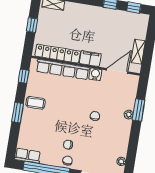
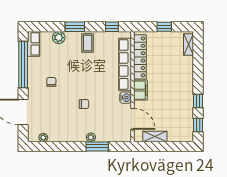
plant: (26, 130) -> (59, 38), added
chair: (67, 161) -> (35, 84), removed

